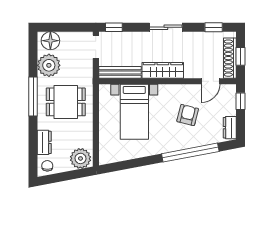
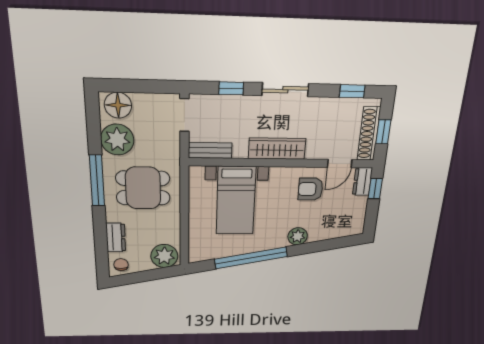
window: (114, 27) -> (231, 88), moved
bench: (120, 72) -> (210, 150), width x0.73
armchair: (188, 115) -> (311, 189), moved, turned -104
dresser: (230, 128) -> (362, 182), moved
plant: (184, 142) -> (298, 236), added
window: (190, 153) -> (251, 258), moved

